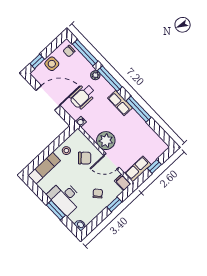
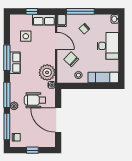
window: (37, 61) -> (32, 150), moved
side table: (52, 64) -> (26, 36), moved
wheelchair: (83, 96) -> (35, 100), turned 180
row of seats: (120, 103) -> (15, 63), moved
plant: (106, 141) -> (47, 72), moved
window: (114, 204) -> (80, 11), width x2.17
window: (56, 210) -> (121, 43), removed

